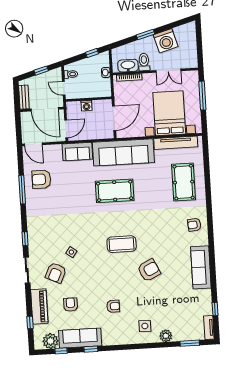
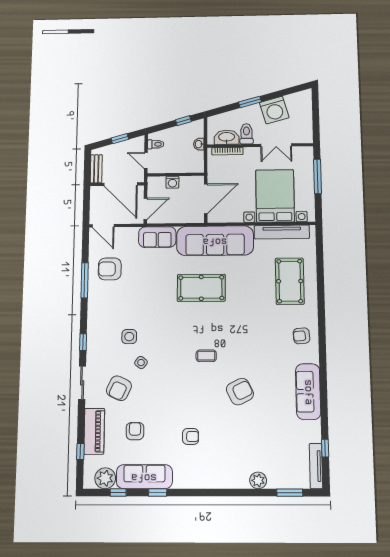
coffee table: (122, 244) -> (206, 356), width x0.54, depth x0.58
side table: (145, 326) -> (129, 337), moved
tv unit: (209, 327) -> (316, 466), width x1.41

